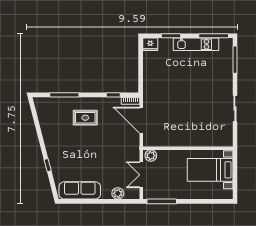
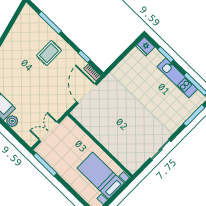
rug: (85, 118) -> (49, 53), turned 90
plant: (151, 156) -> (69, 125), removed
plant: (118, 193) -> (12, 121), moved

